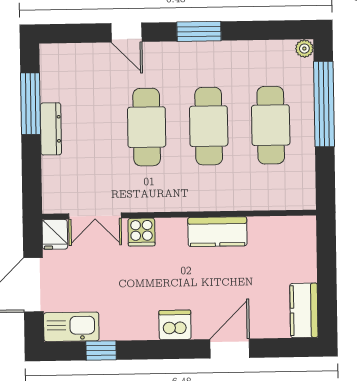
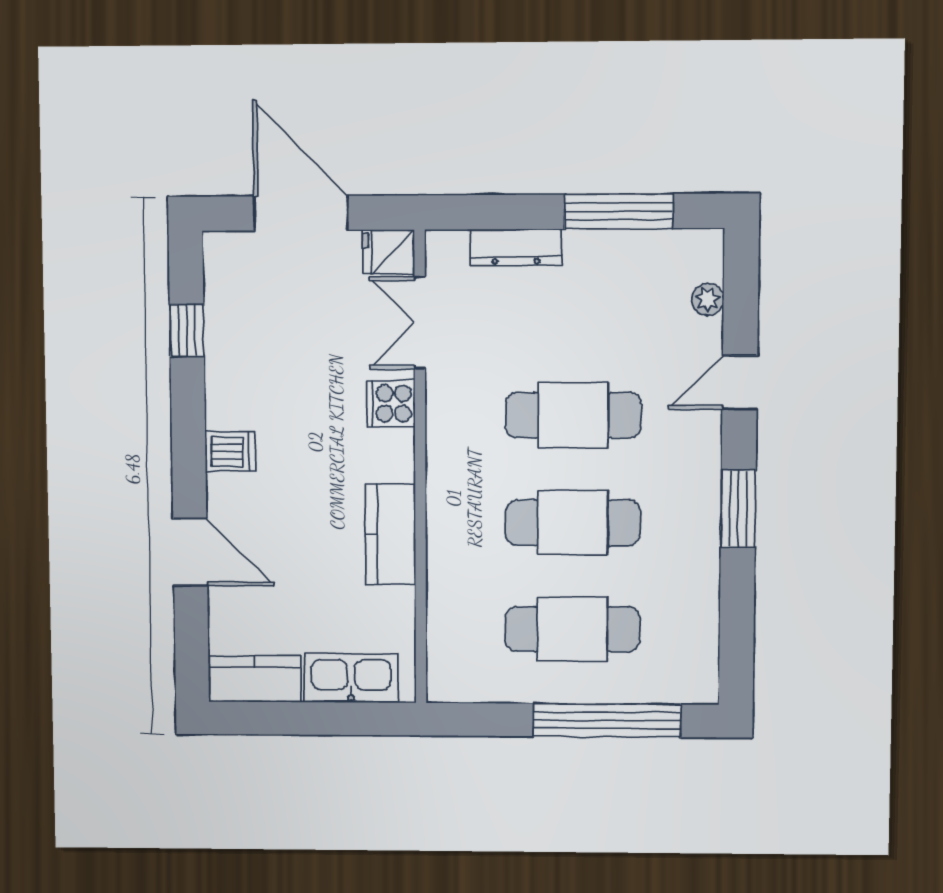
plant: (304, 49) -> (708, 299), moved
dresser: (51, 129) -> (516, 247), moved
dishwasher: (175, 325) -> (231, 452), width x0.73
kitchen sink: (71, 327) -> (351, 678), moved, turned -90

